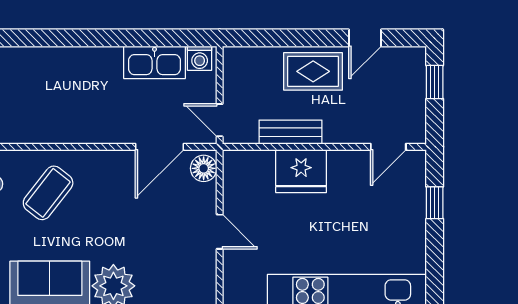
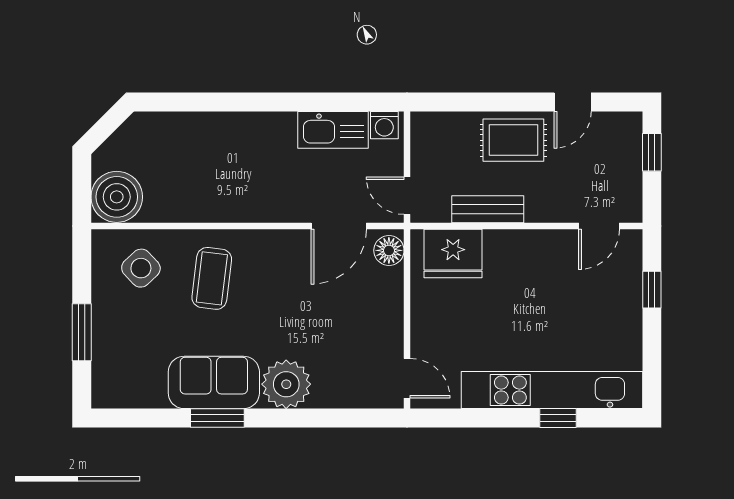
fridge: (301, 171) -> (453, 254), moved
coffee table: (48, 193) -> (212, 278), turned -31
door: (220, 232) -> (407, 378), moved

